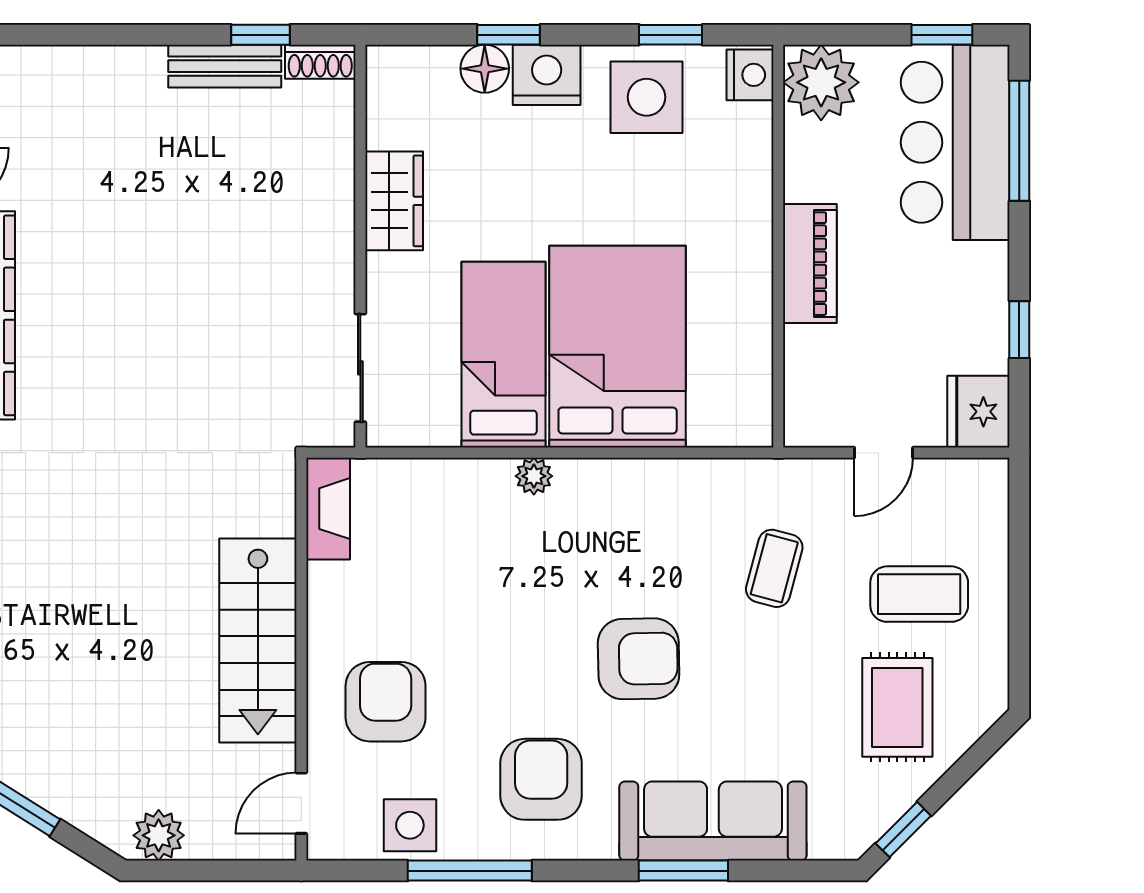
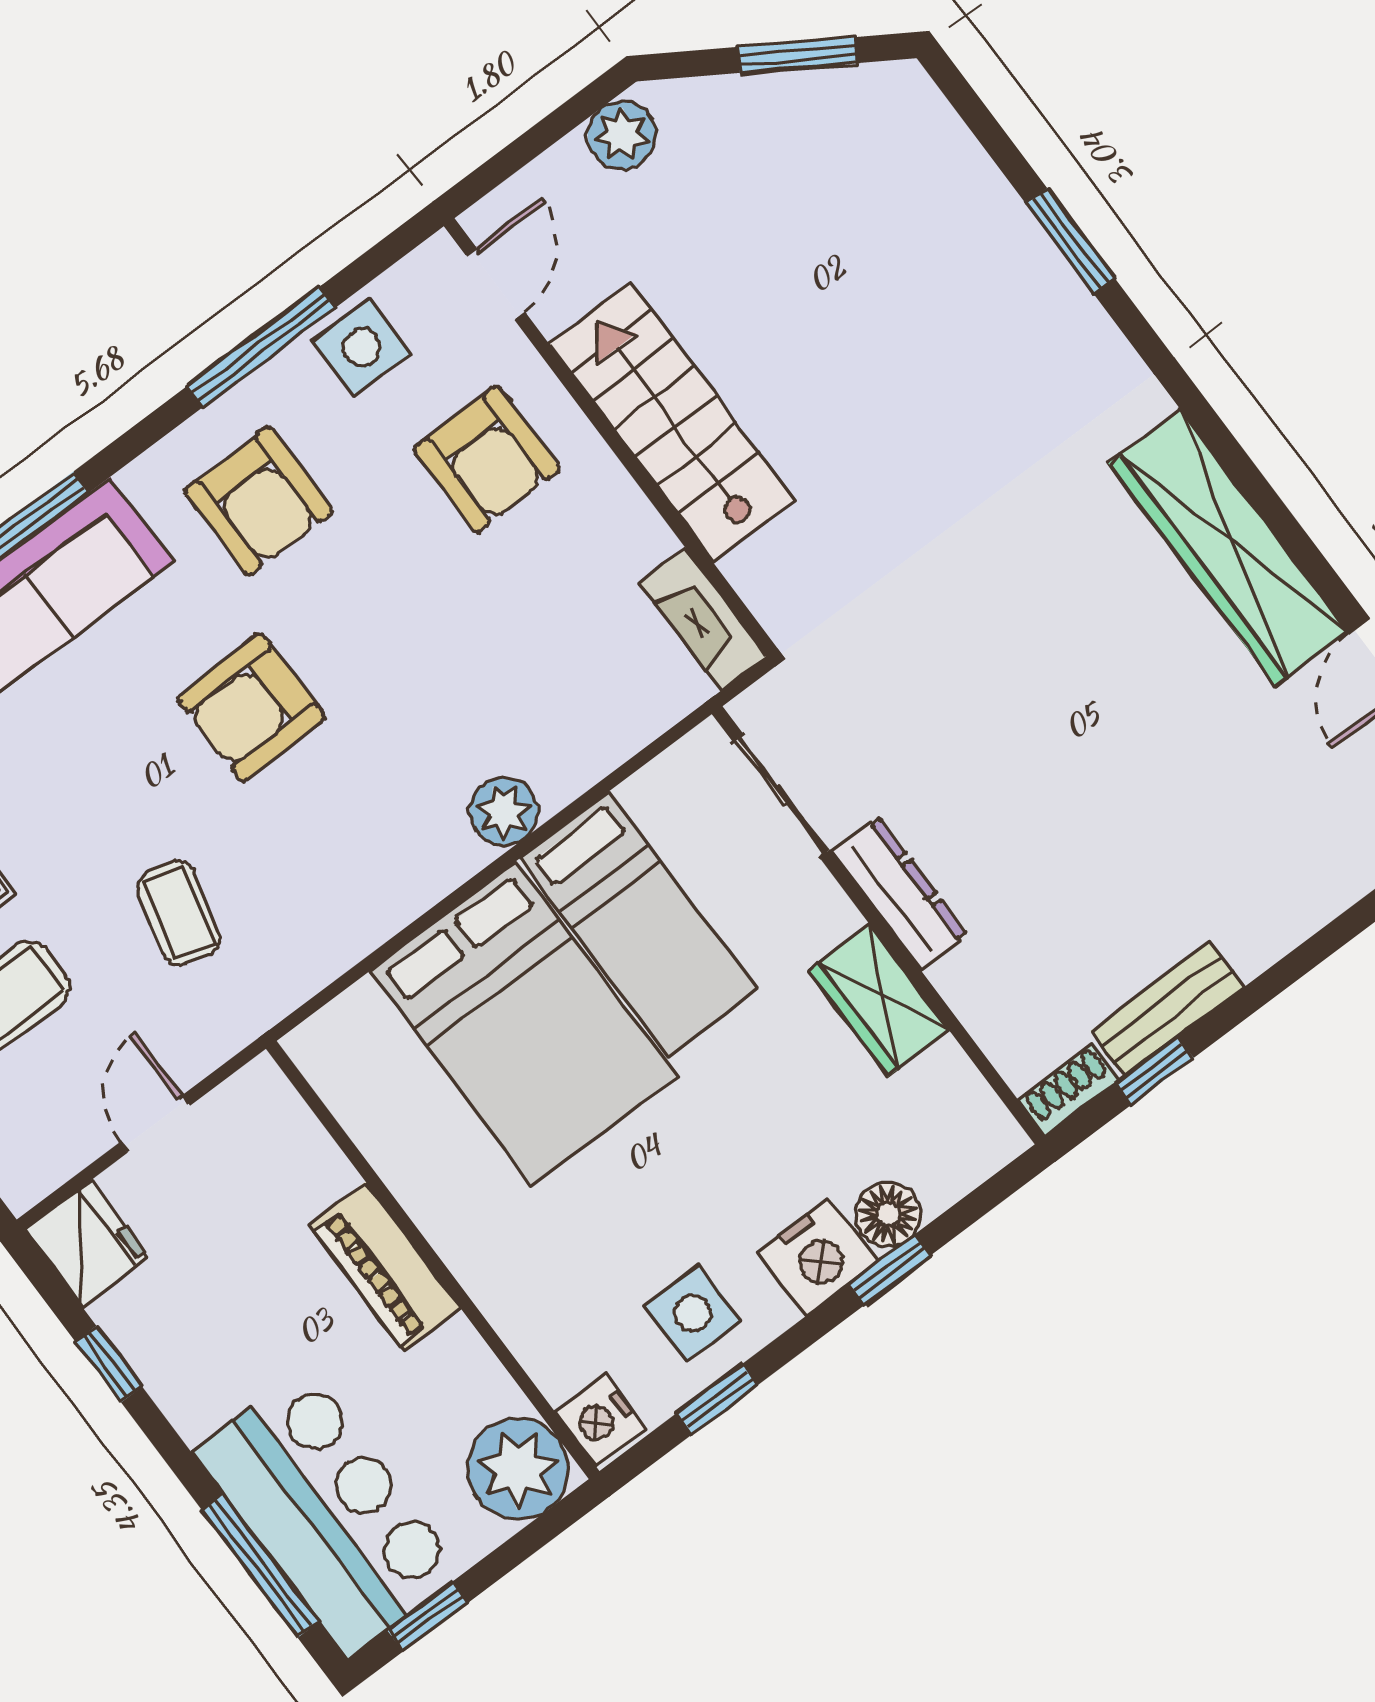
side table: (647, 97) -> (693, 1313), width x0.73, depth x0.73
dresser: (334, 255) -> (900, 894), added
plant: (534, 476) -> (504, 811), width x1.38, depth x1.38

